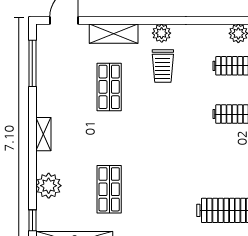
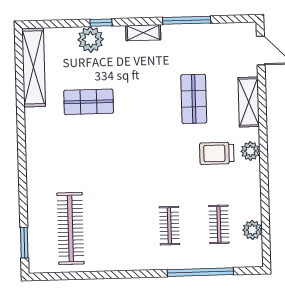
window: (32, 63) -> (187, 20), moved
shop shelf: (109, 87) -> (194, 99), turned 90
window: (32, 220) -> (101, 23), moved

